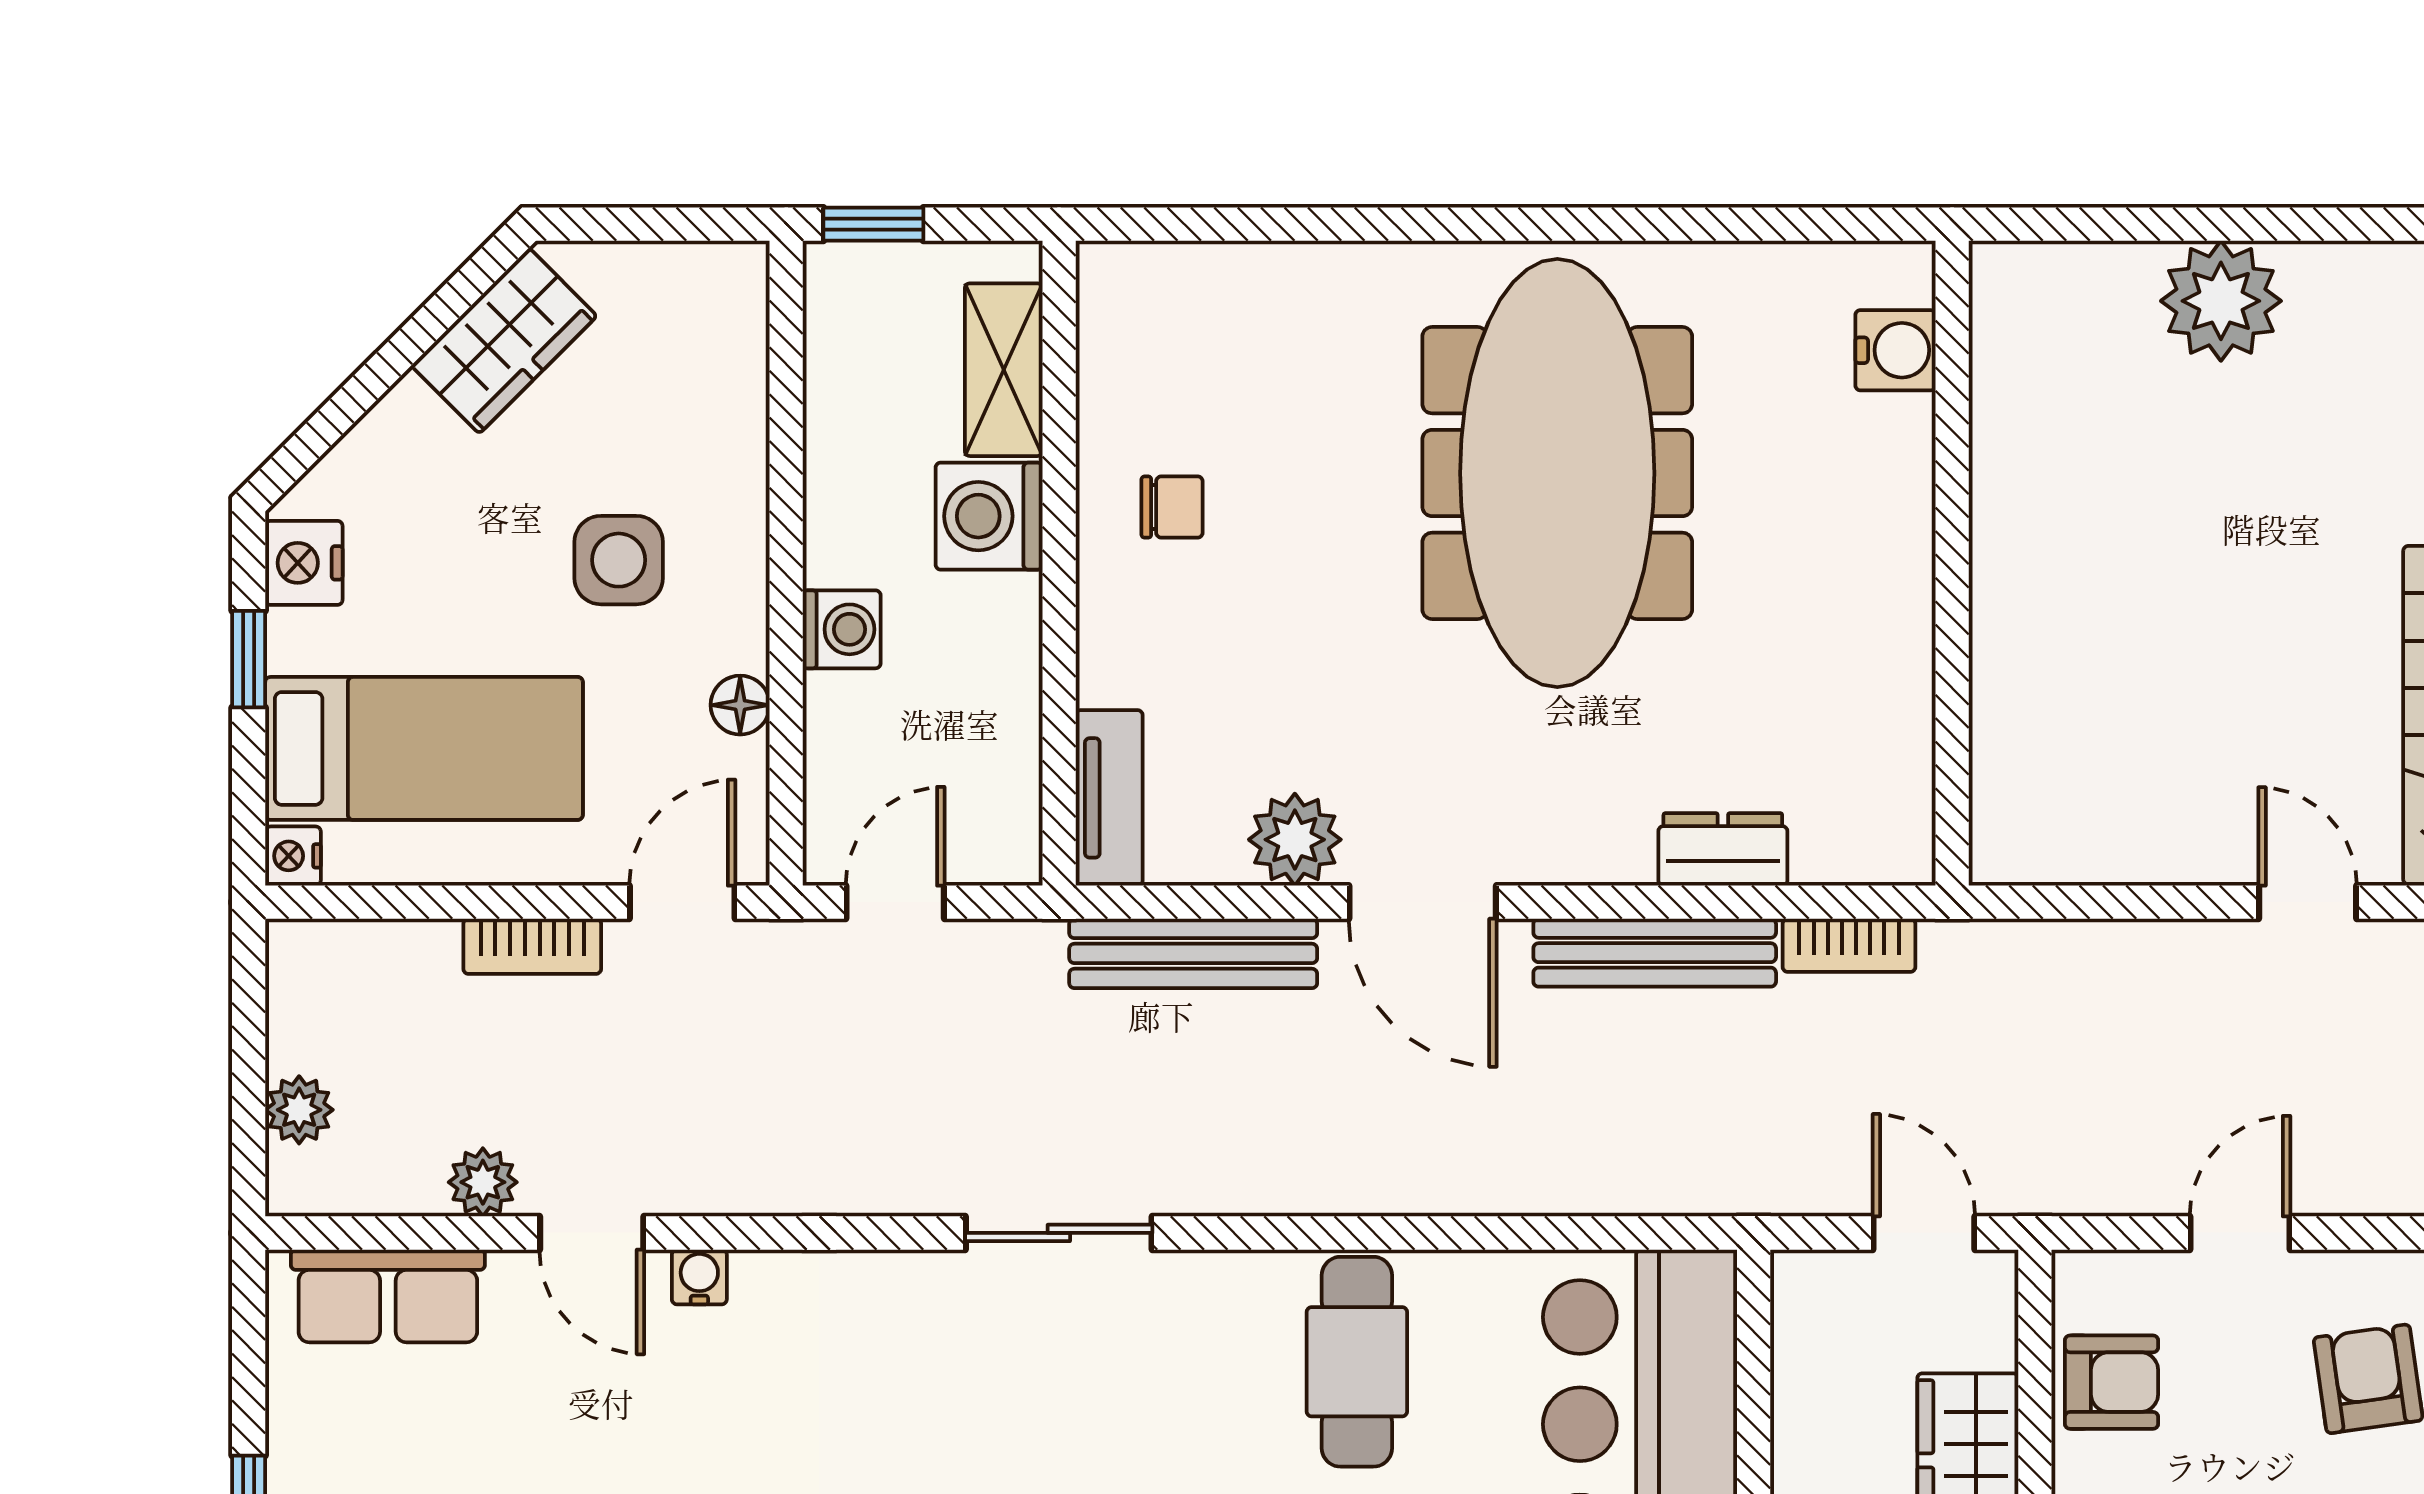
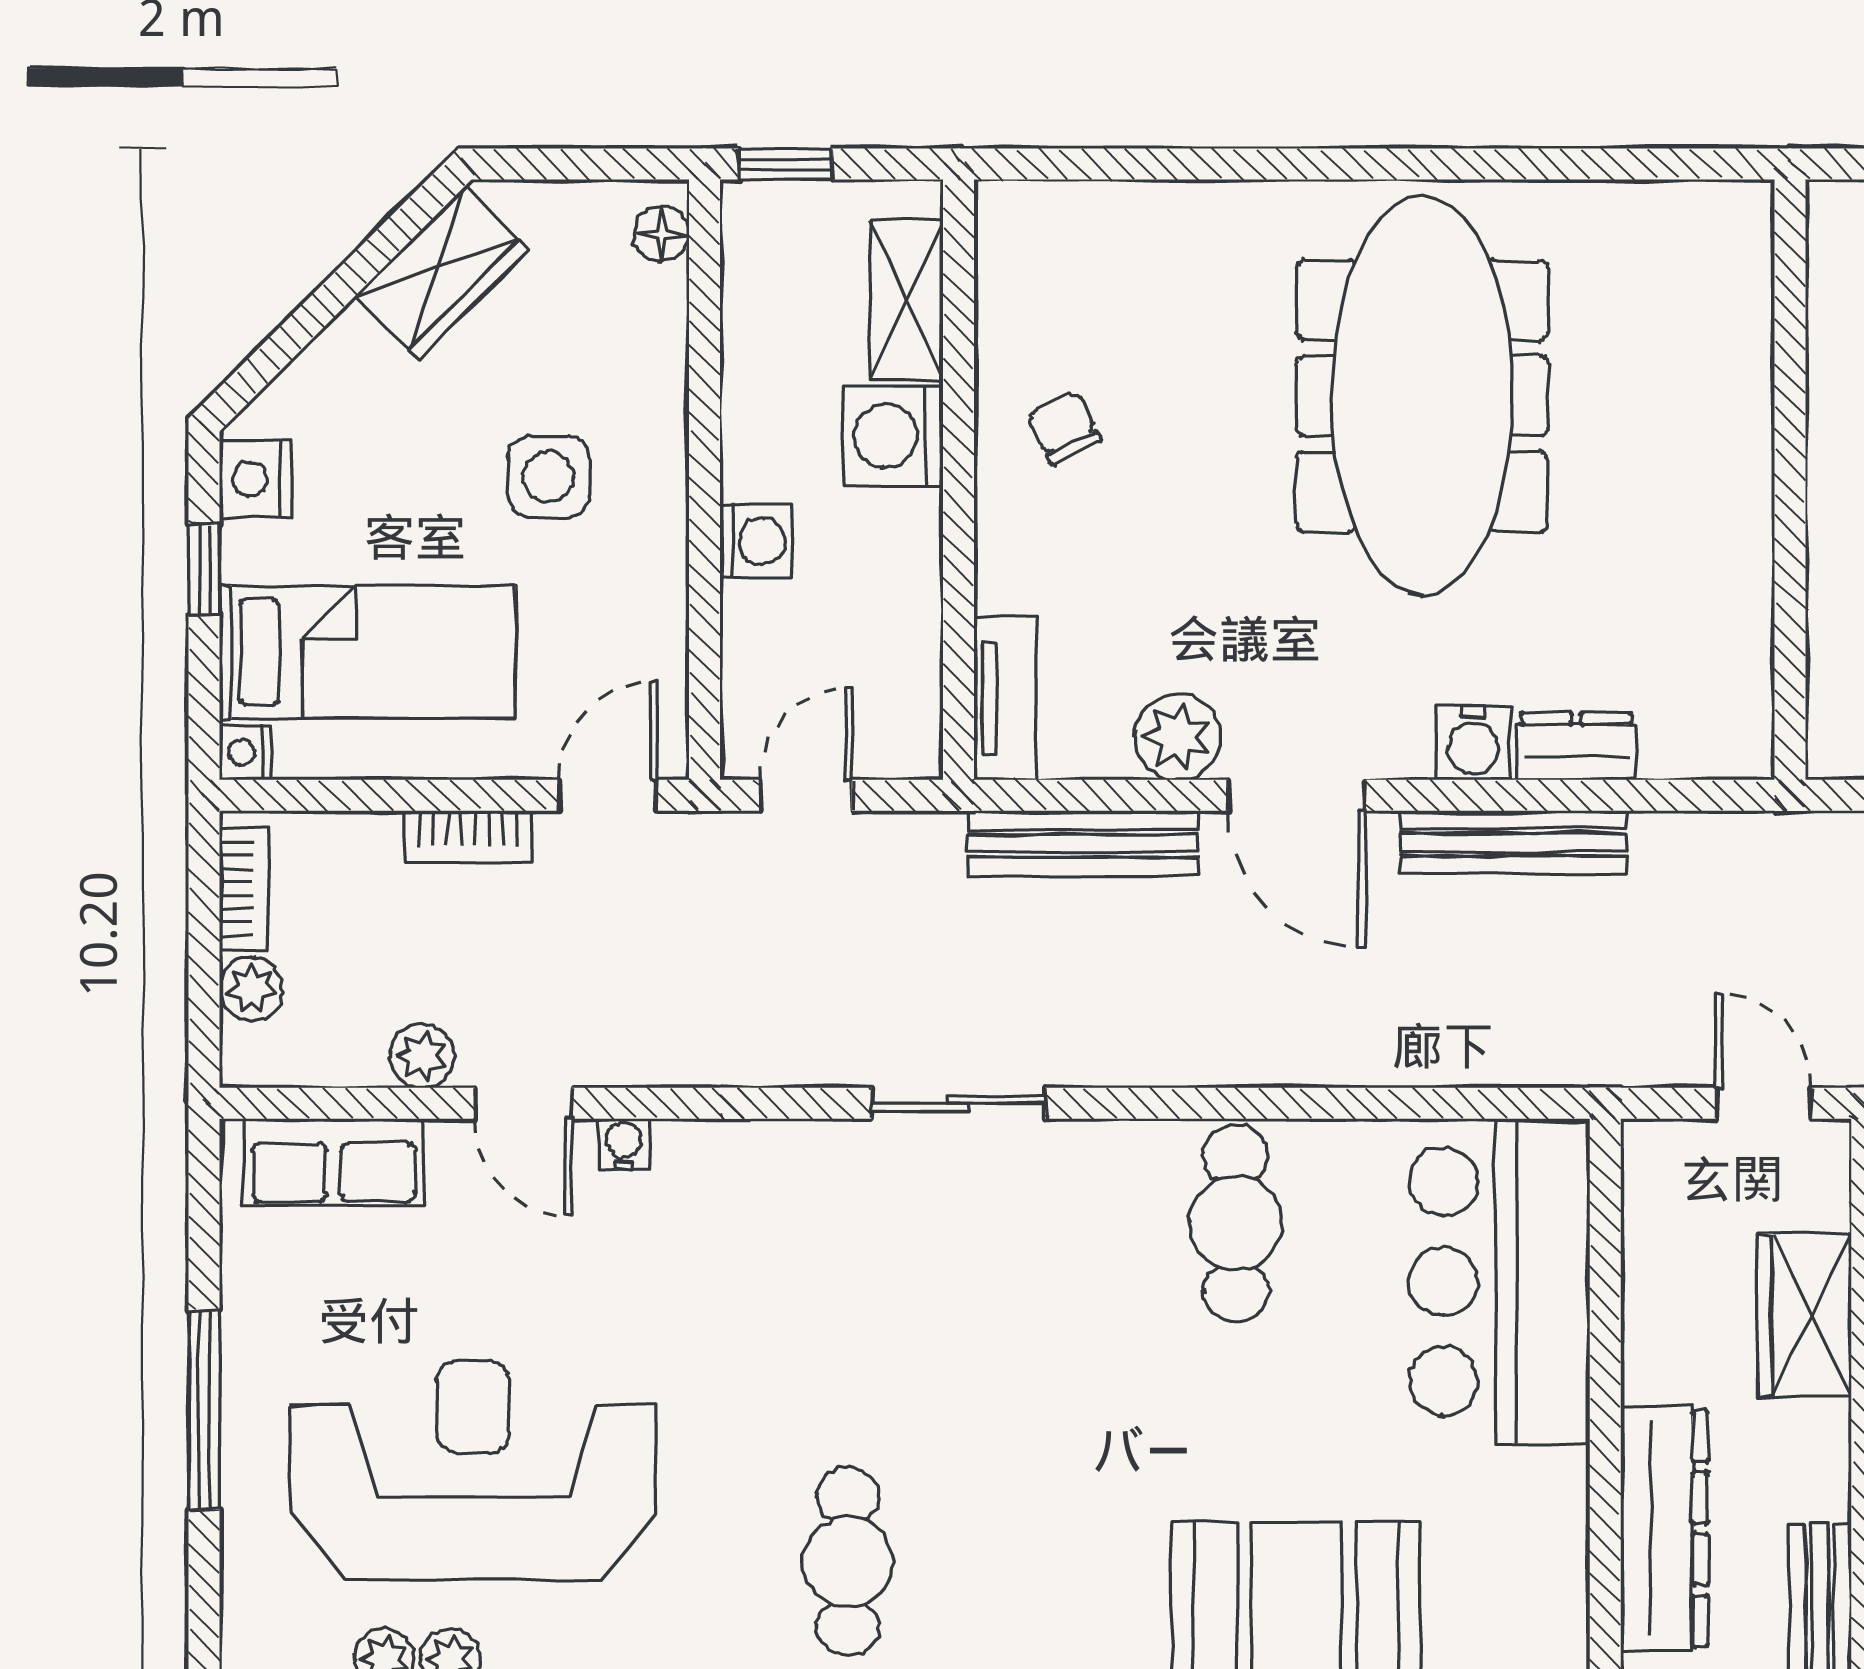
water cooler: (1895, 350) -> (1473, 743), moved, turned 90
chair: (1172, 507) -> (1064, 427), turned -116
floor lamp: (740, 705) -> (662, 234), moved
bookcase: (1849, 945) -> (244, 889), moved, turned -90

